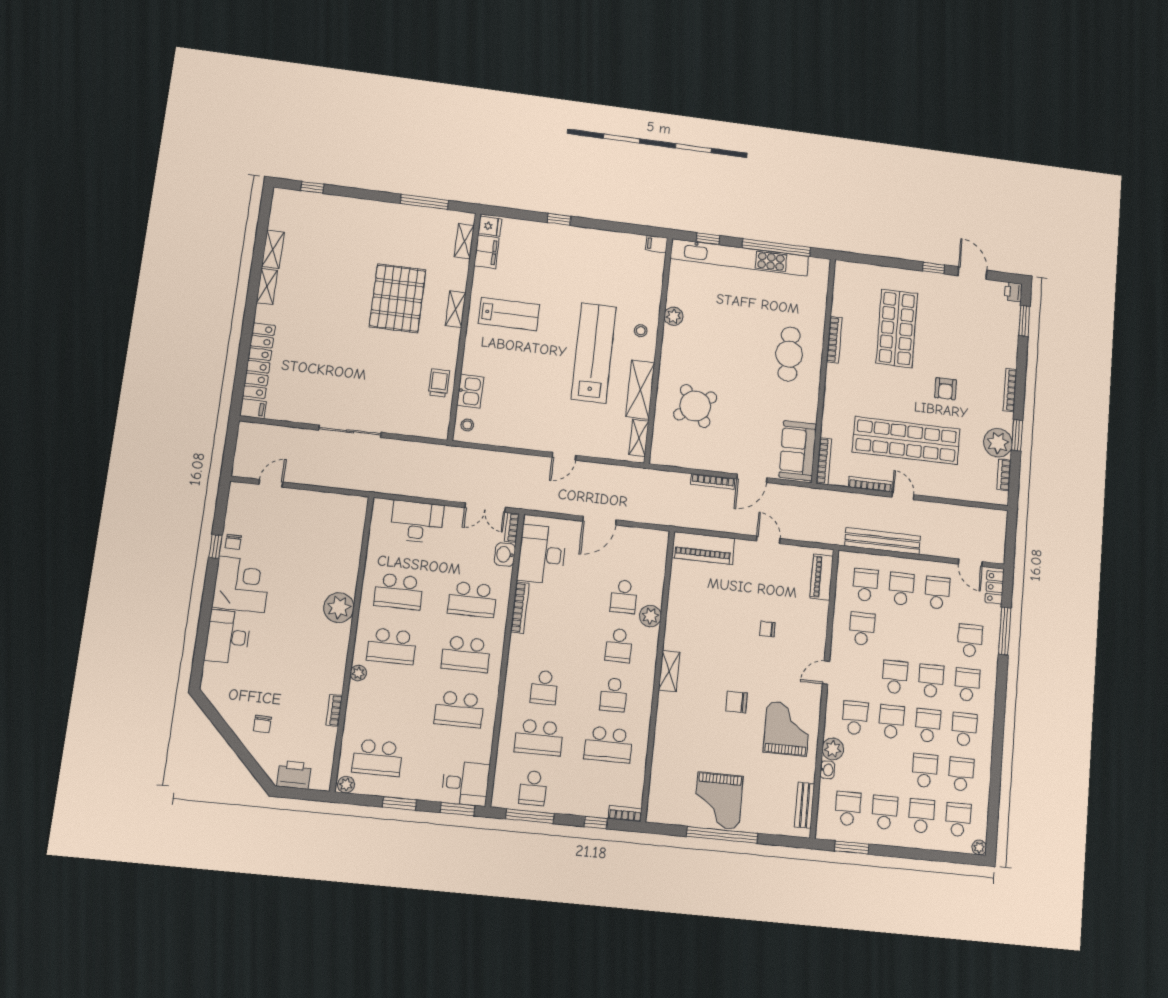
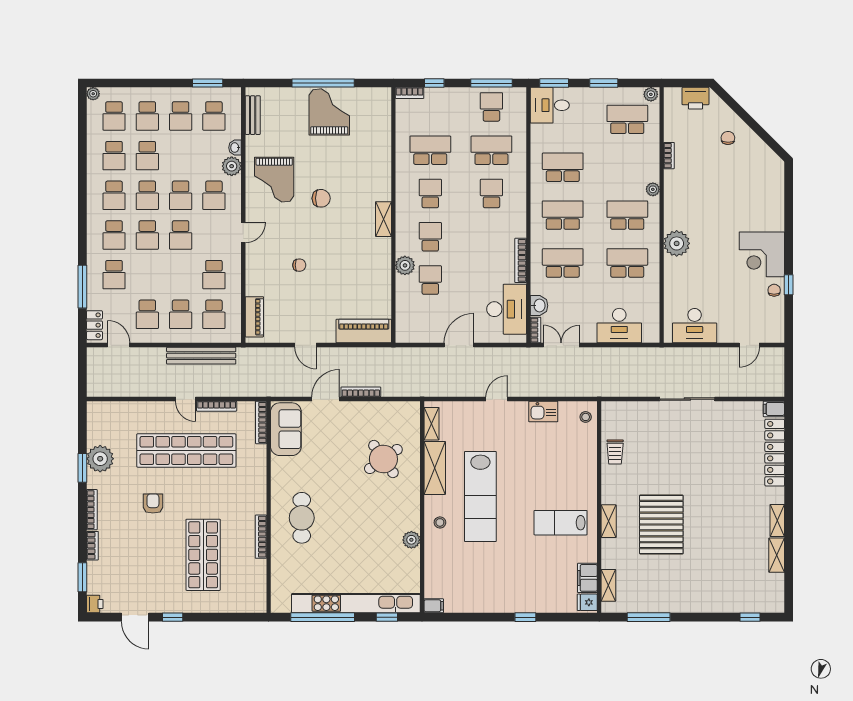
kitchen sink: (470, 391) -> (543, 411), moved, turned -90
bookcase: (1004, 475) -> (92, 546), moved
desk: (228, 637) -> (695, 326), moved, turned 90

